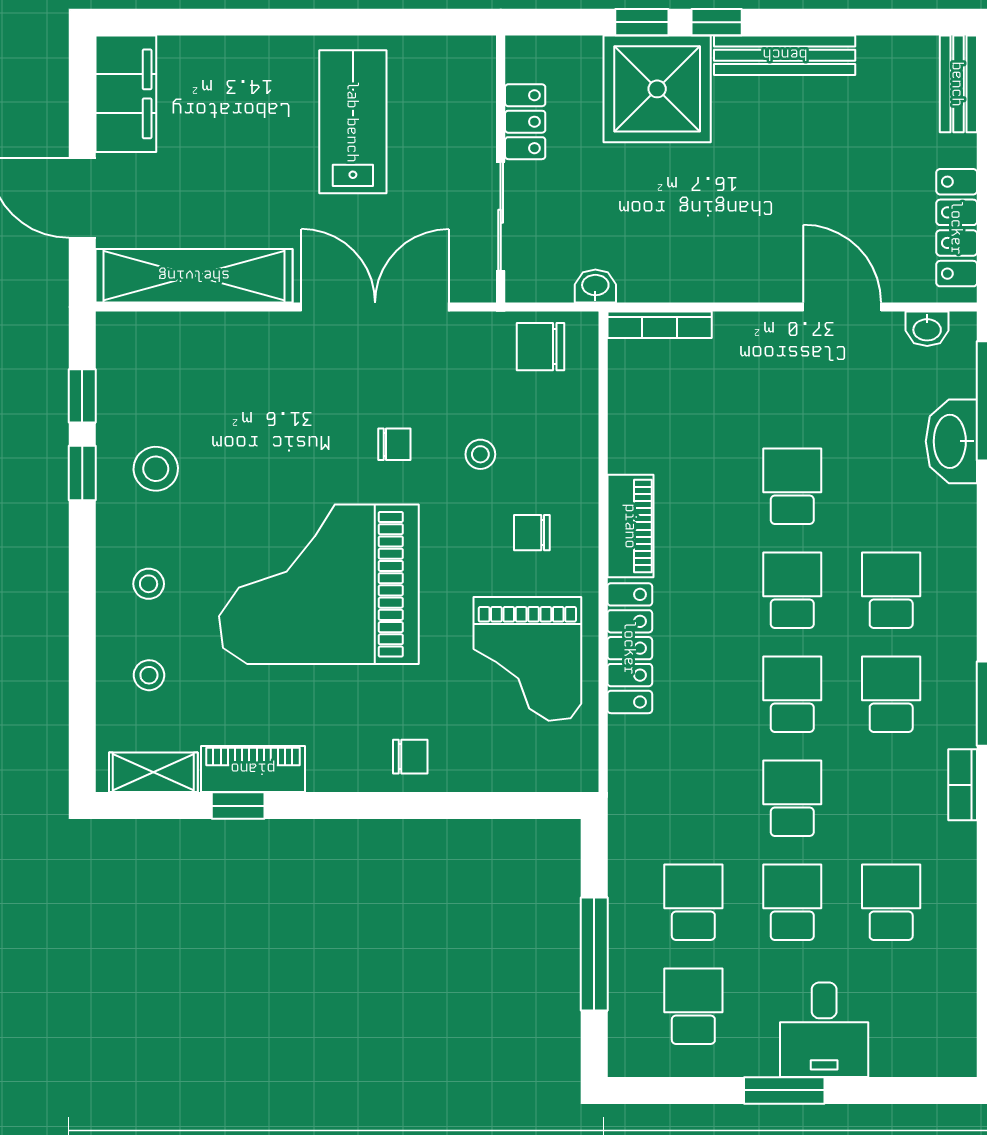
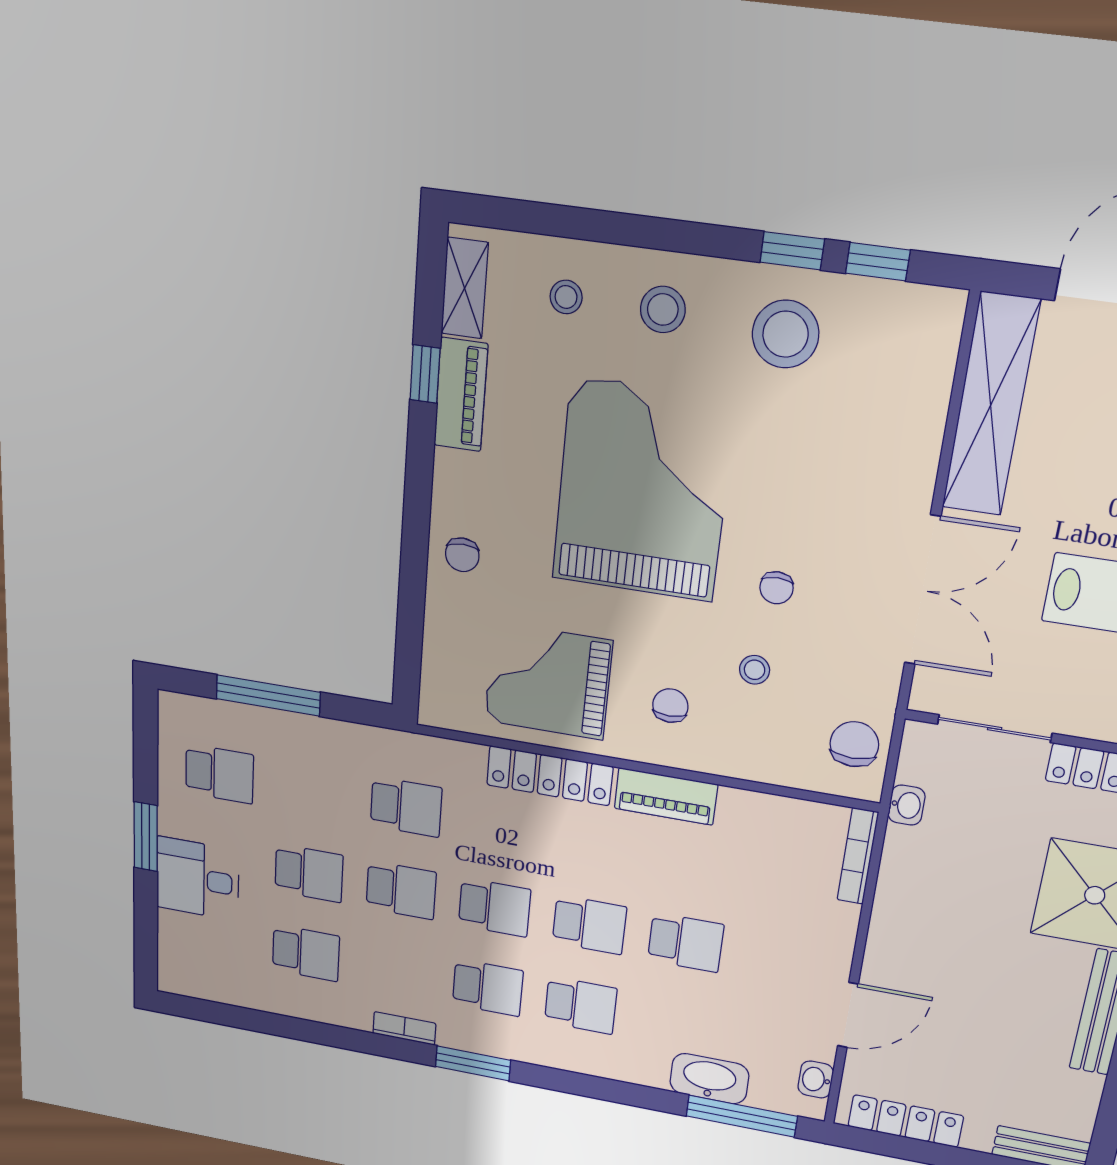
stool: (156, 469) -> (785, 334), width x1.38, depth x1.38
stool: (149, 584) -> (663, 310), width x1.37, depth x1.37
school desk: (693, 902) -> (406, 807), moved

